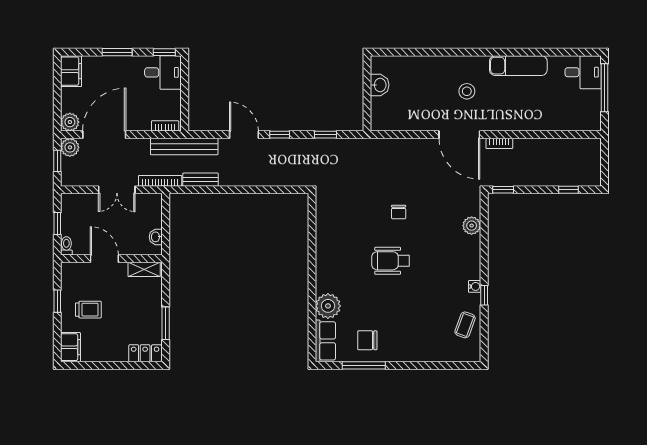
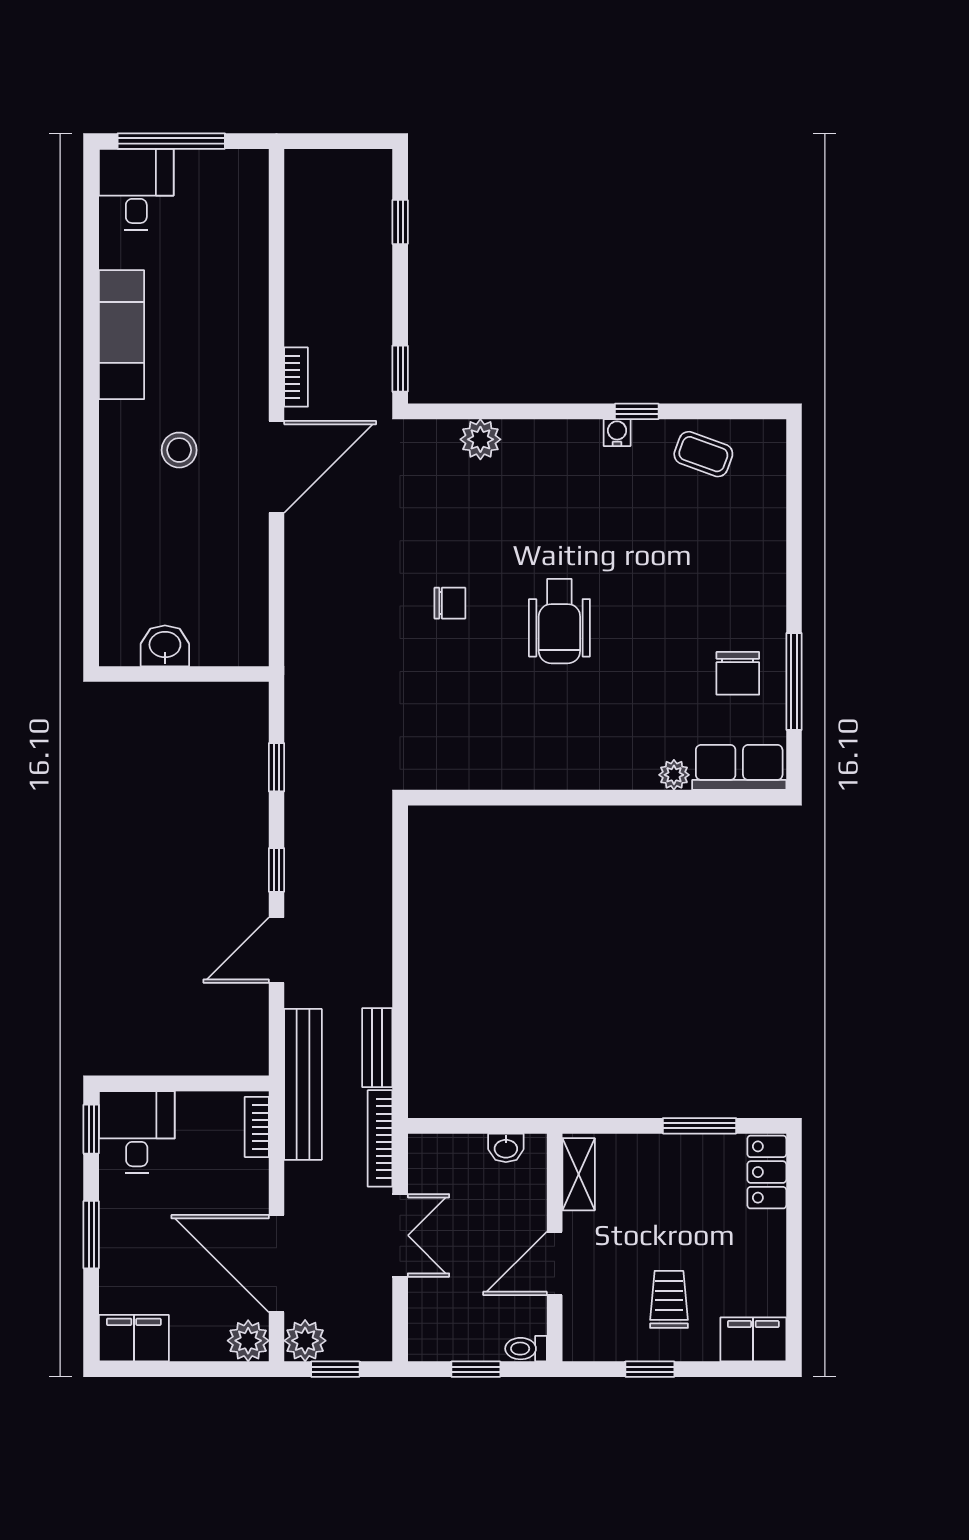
plant: (328, 306) -> (674, 775), width x0.53, depth x0.53

